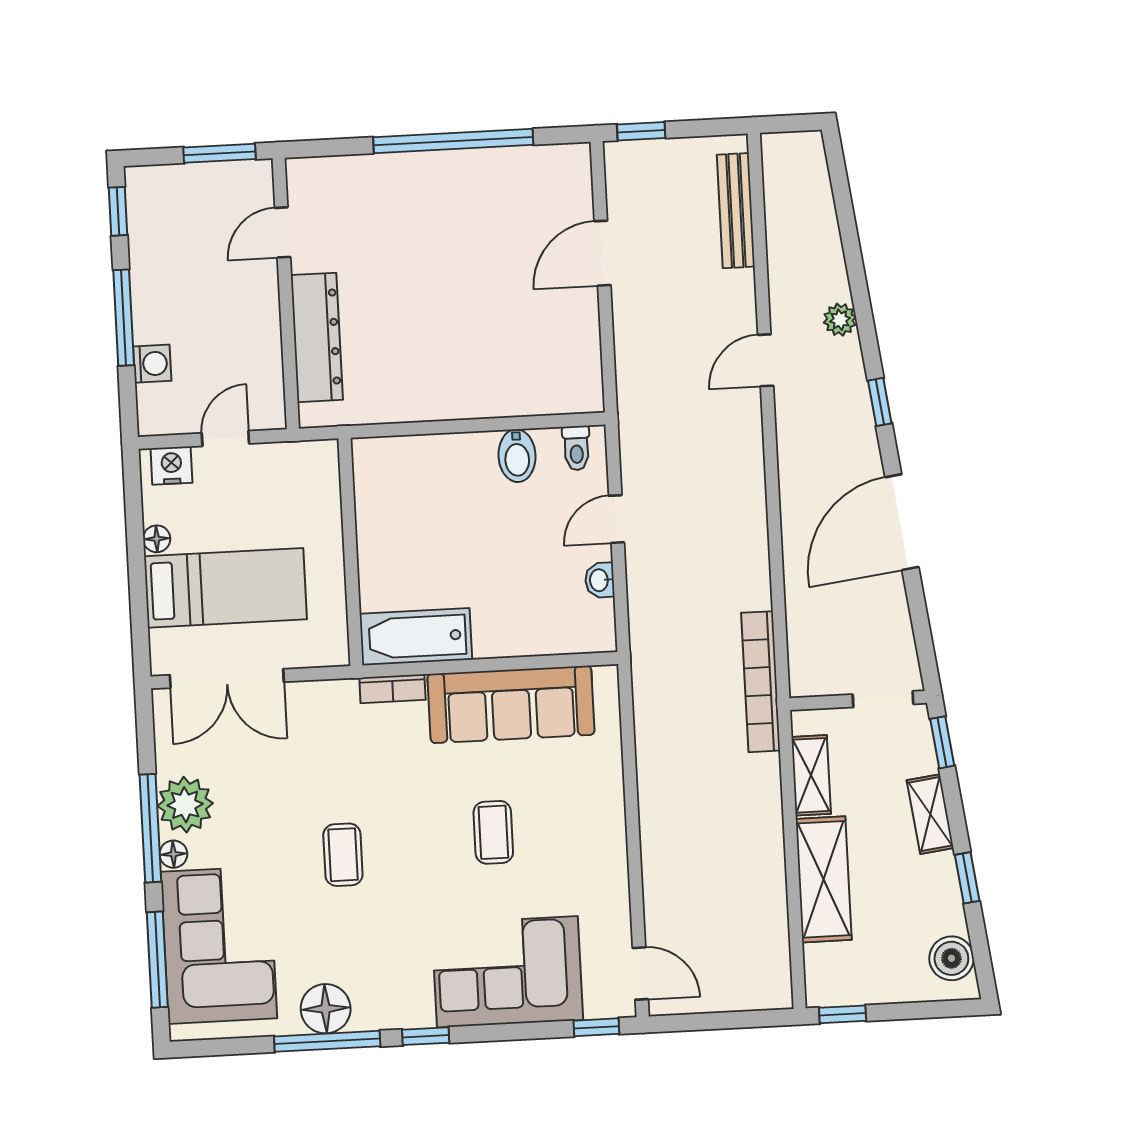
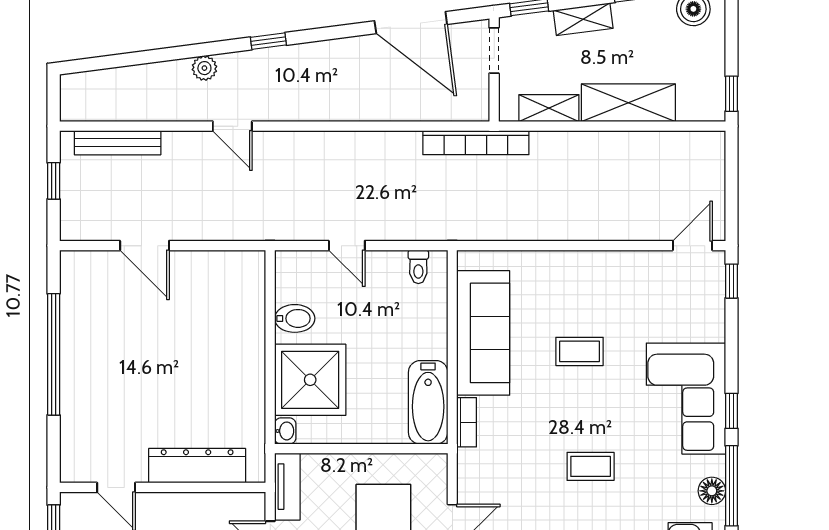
window: (641, 131) -> (54, 181), moved
toilet: (576, 448) -> (418, 267), moved, turned 90
tv unit: (295, 457) -> (287, 487), added
shower: (437, 480) -> (310, 380), added
door: (902, 522) -> (411, 23), moved
washbasin: (600, 580) -> (285, 431), moved, turned -90
corner sofa: (507, 972) -> (686, 399), moved
floor lamp: (326, 1009) -> (712, 491), width x0.73, depth x0.73

